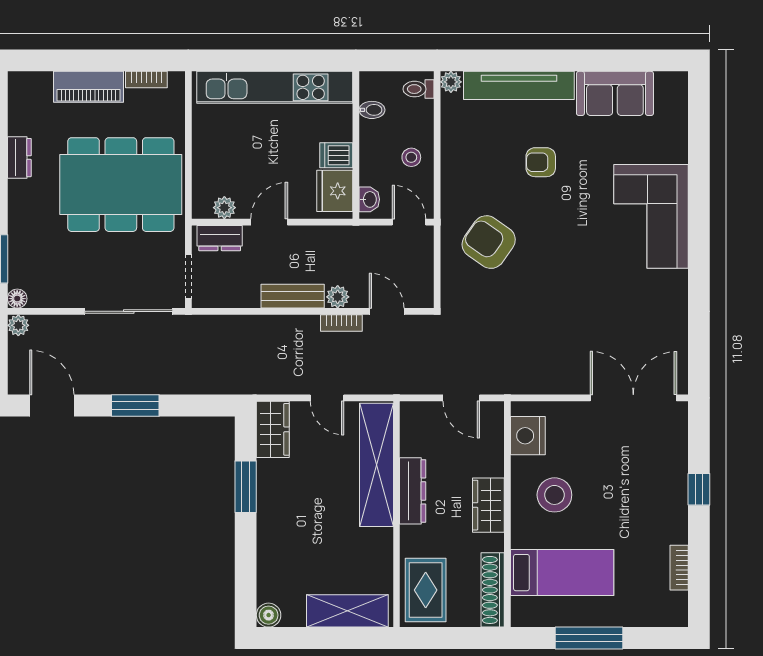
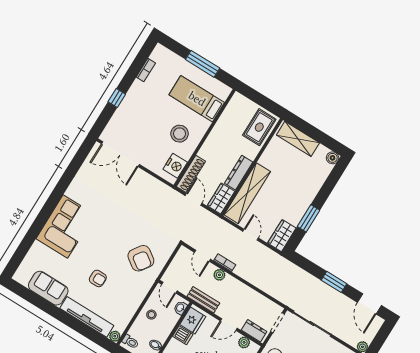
bench: (293, 296) -> (203, 300), moved
wardrobe: (488, 505) -> (221, 198), moved, turned 180
shoe rack: (493, 590) -> (191, 174), moved

